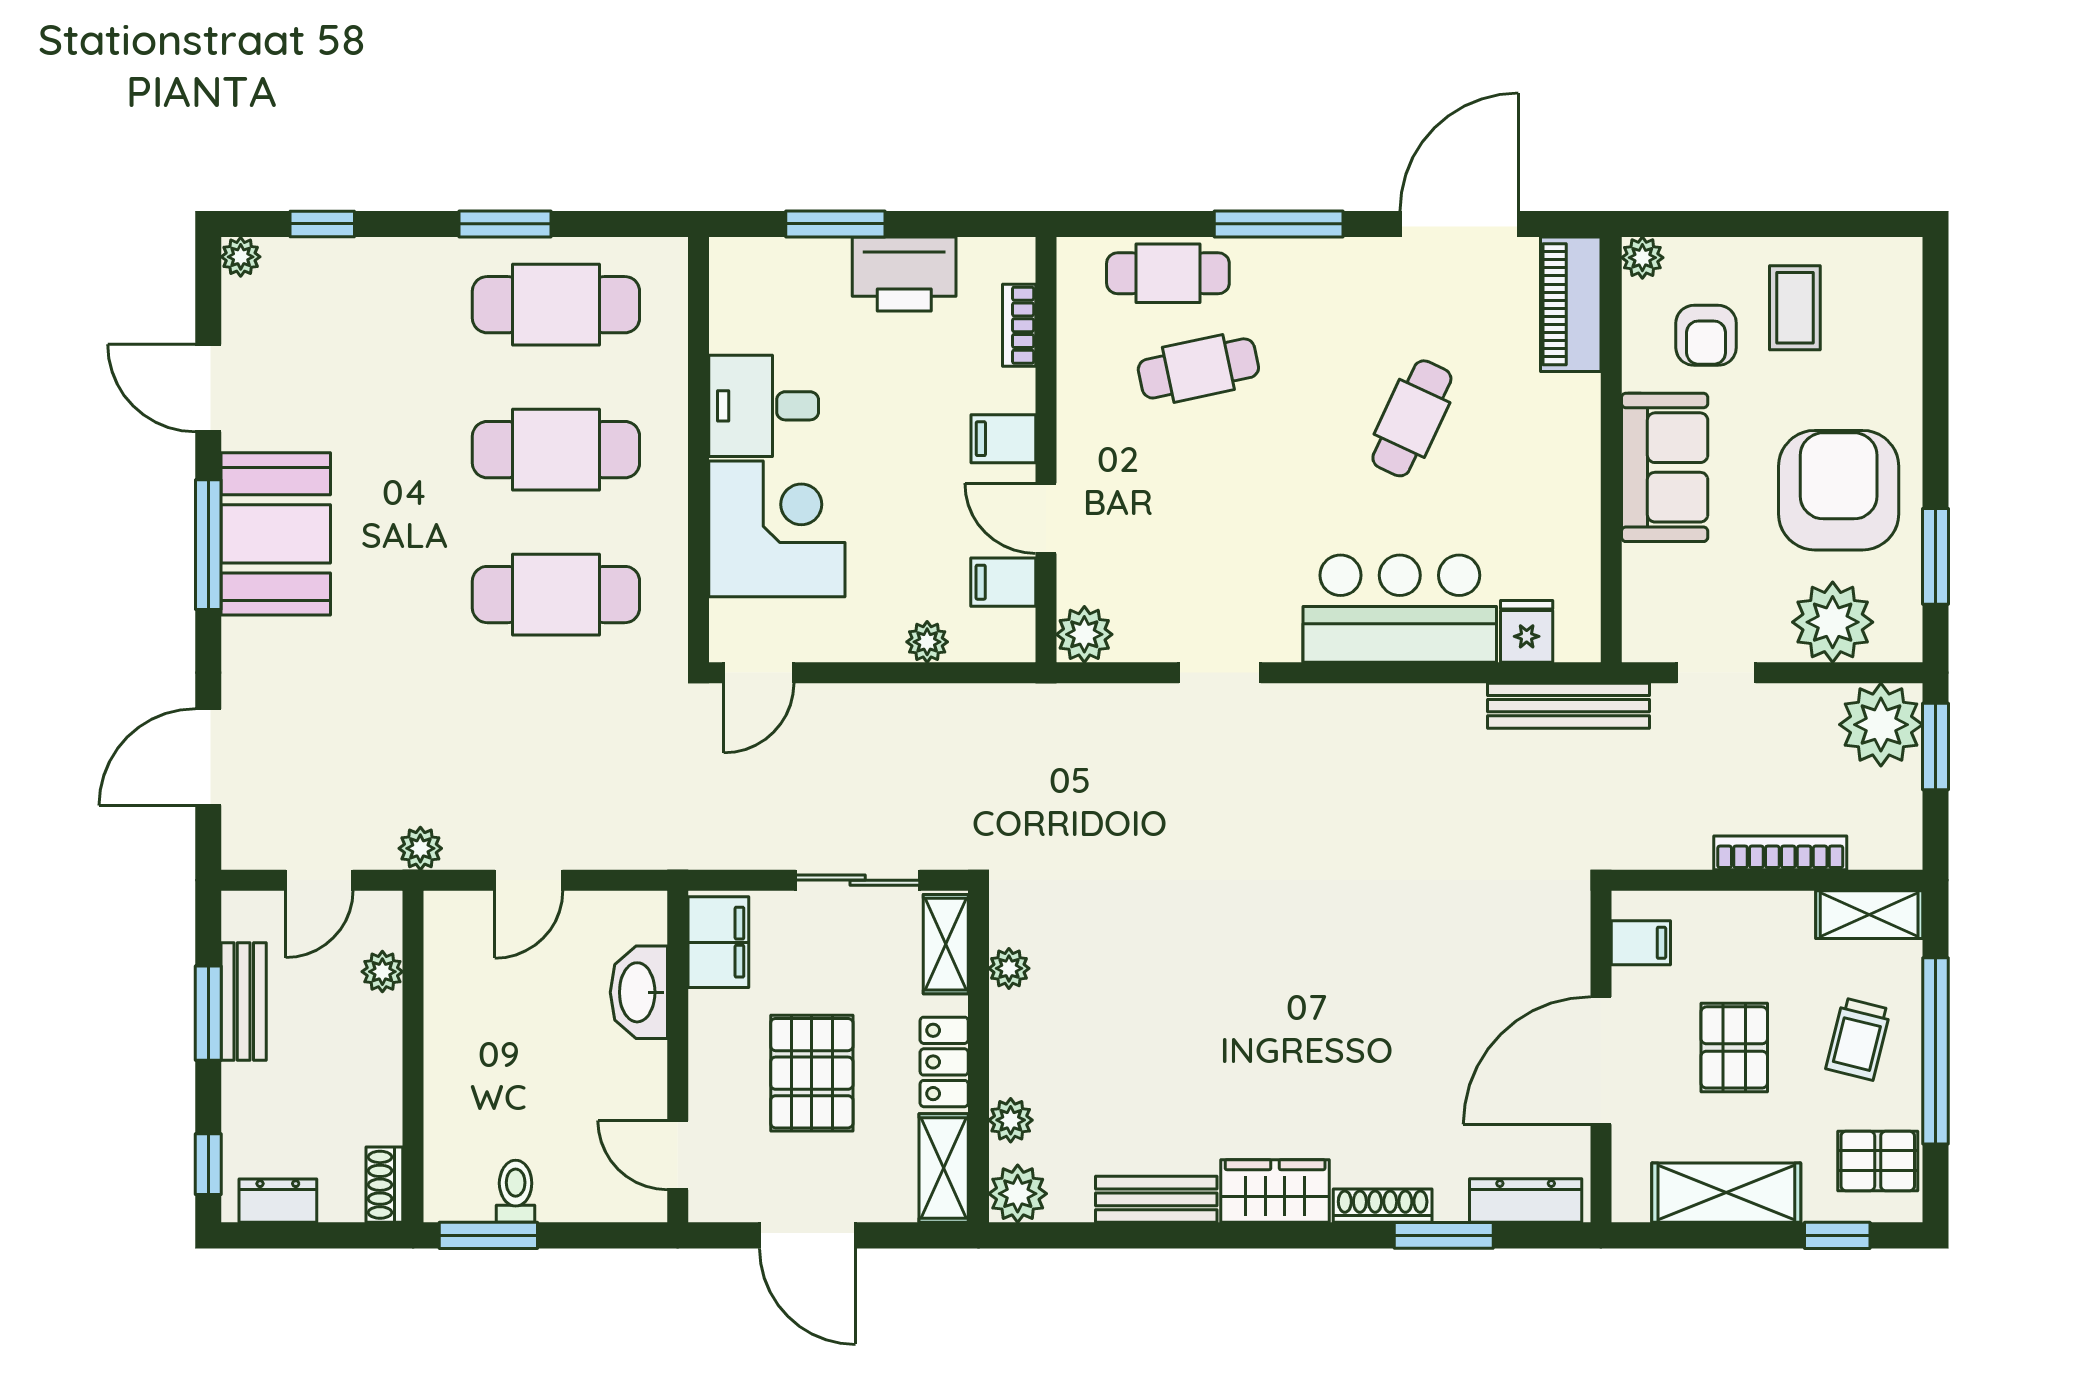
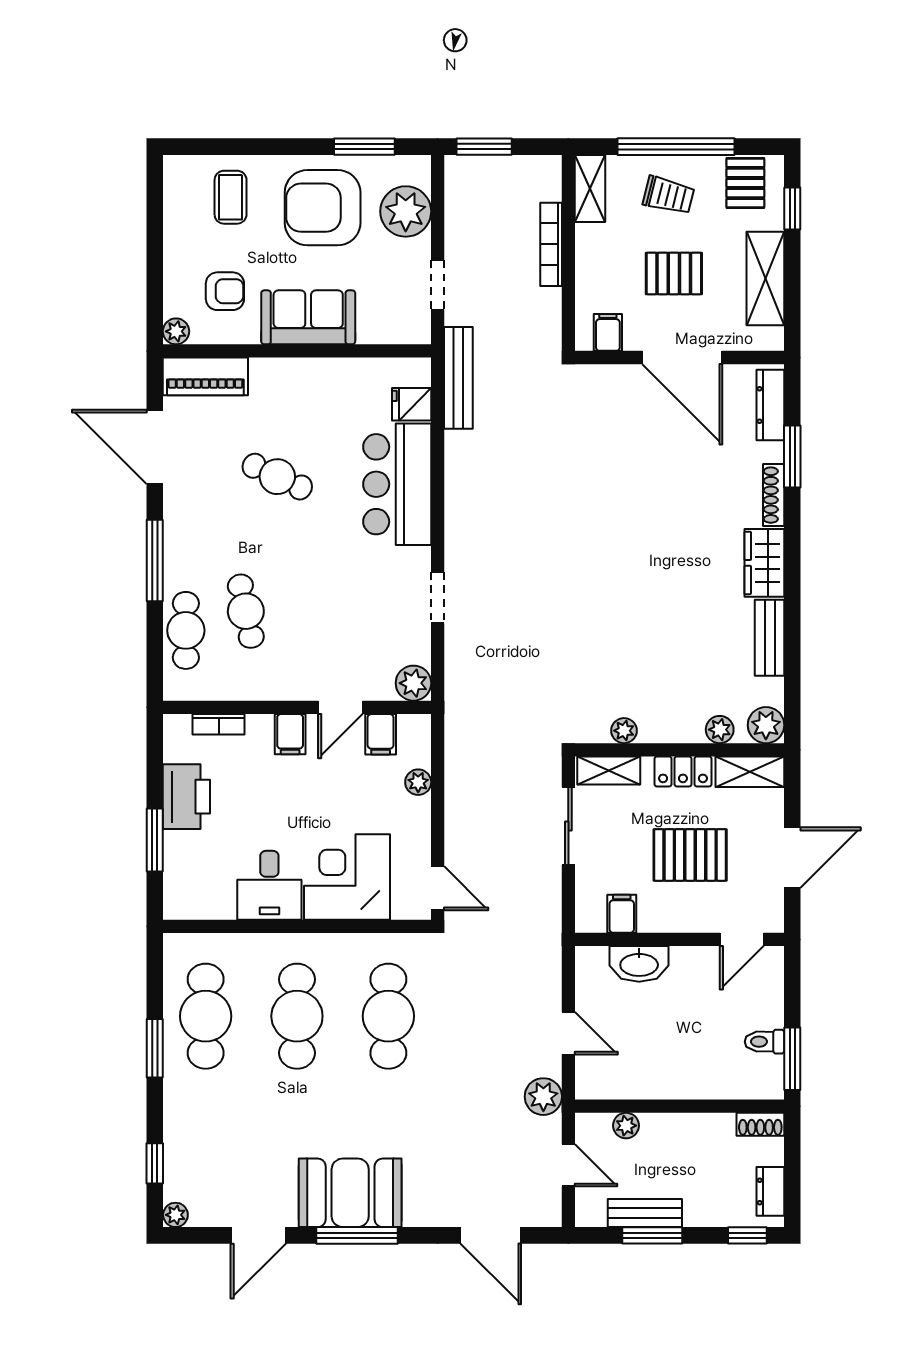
coffee table: (1795, 308) -> (231, 197), moved, turned 90
plant: (1881, 725) -> (470, 181), removed
plant: (420, 848) -> (543, 1097), width x1.38, depth x1.38
filing cabinet: (718, 942) -> (622, 914), width x0.50

